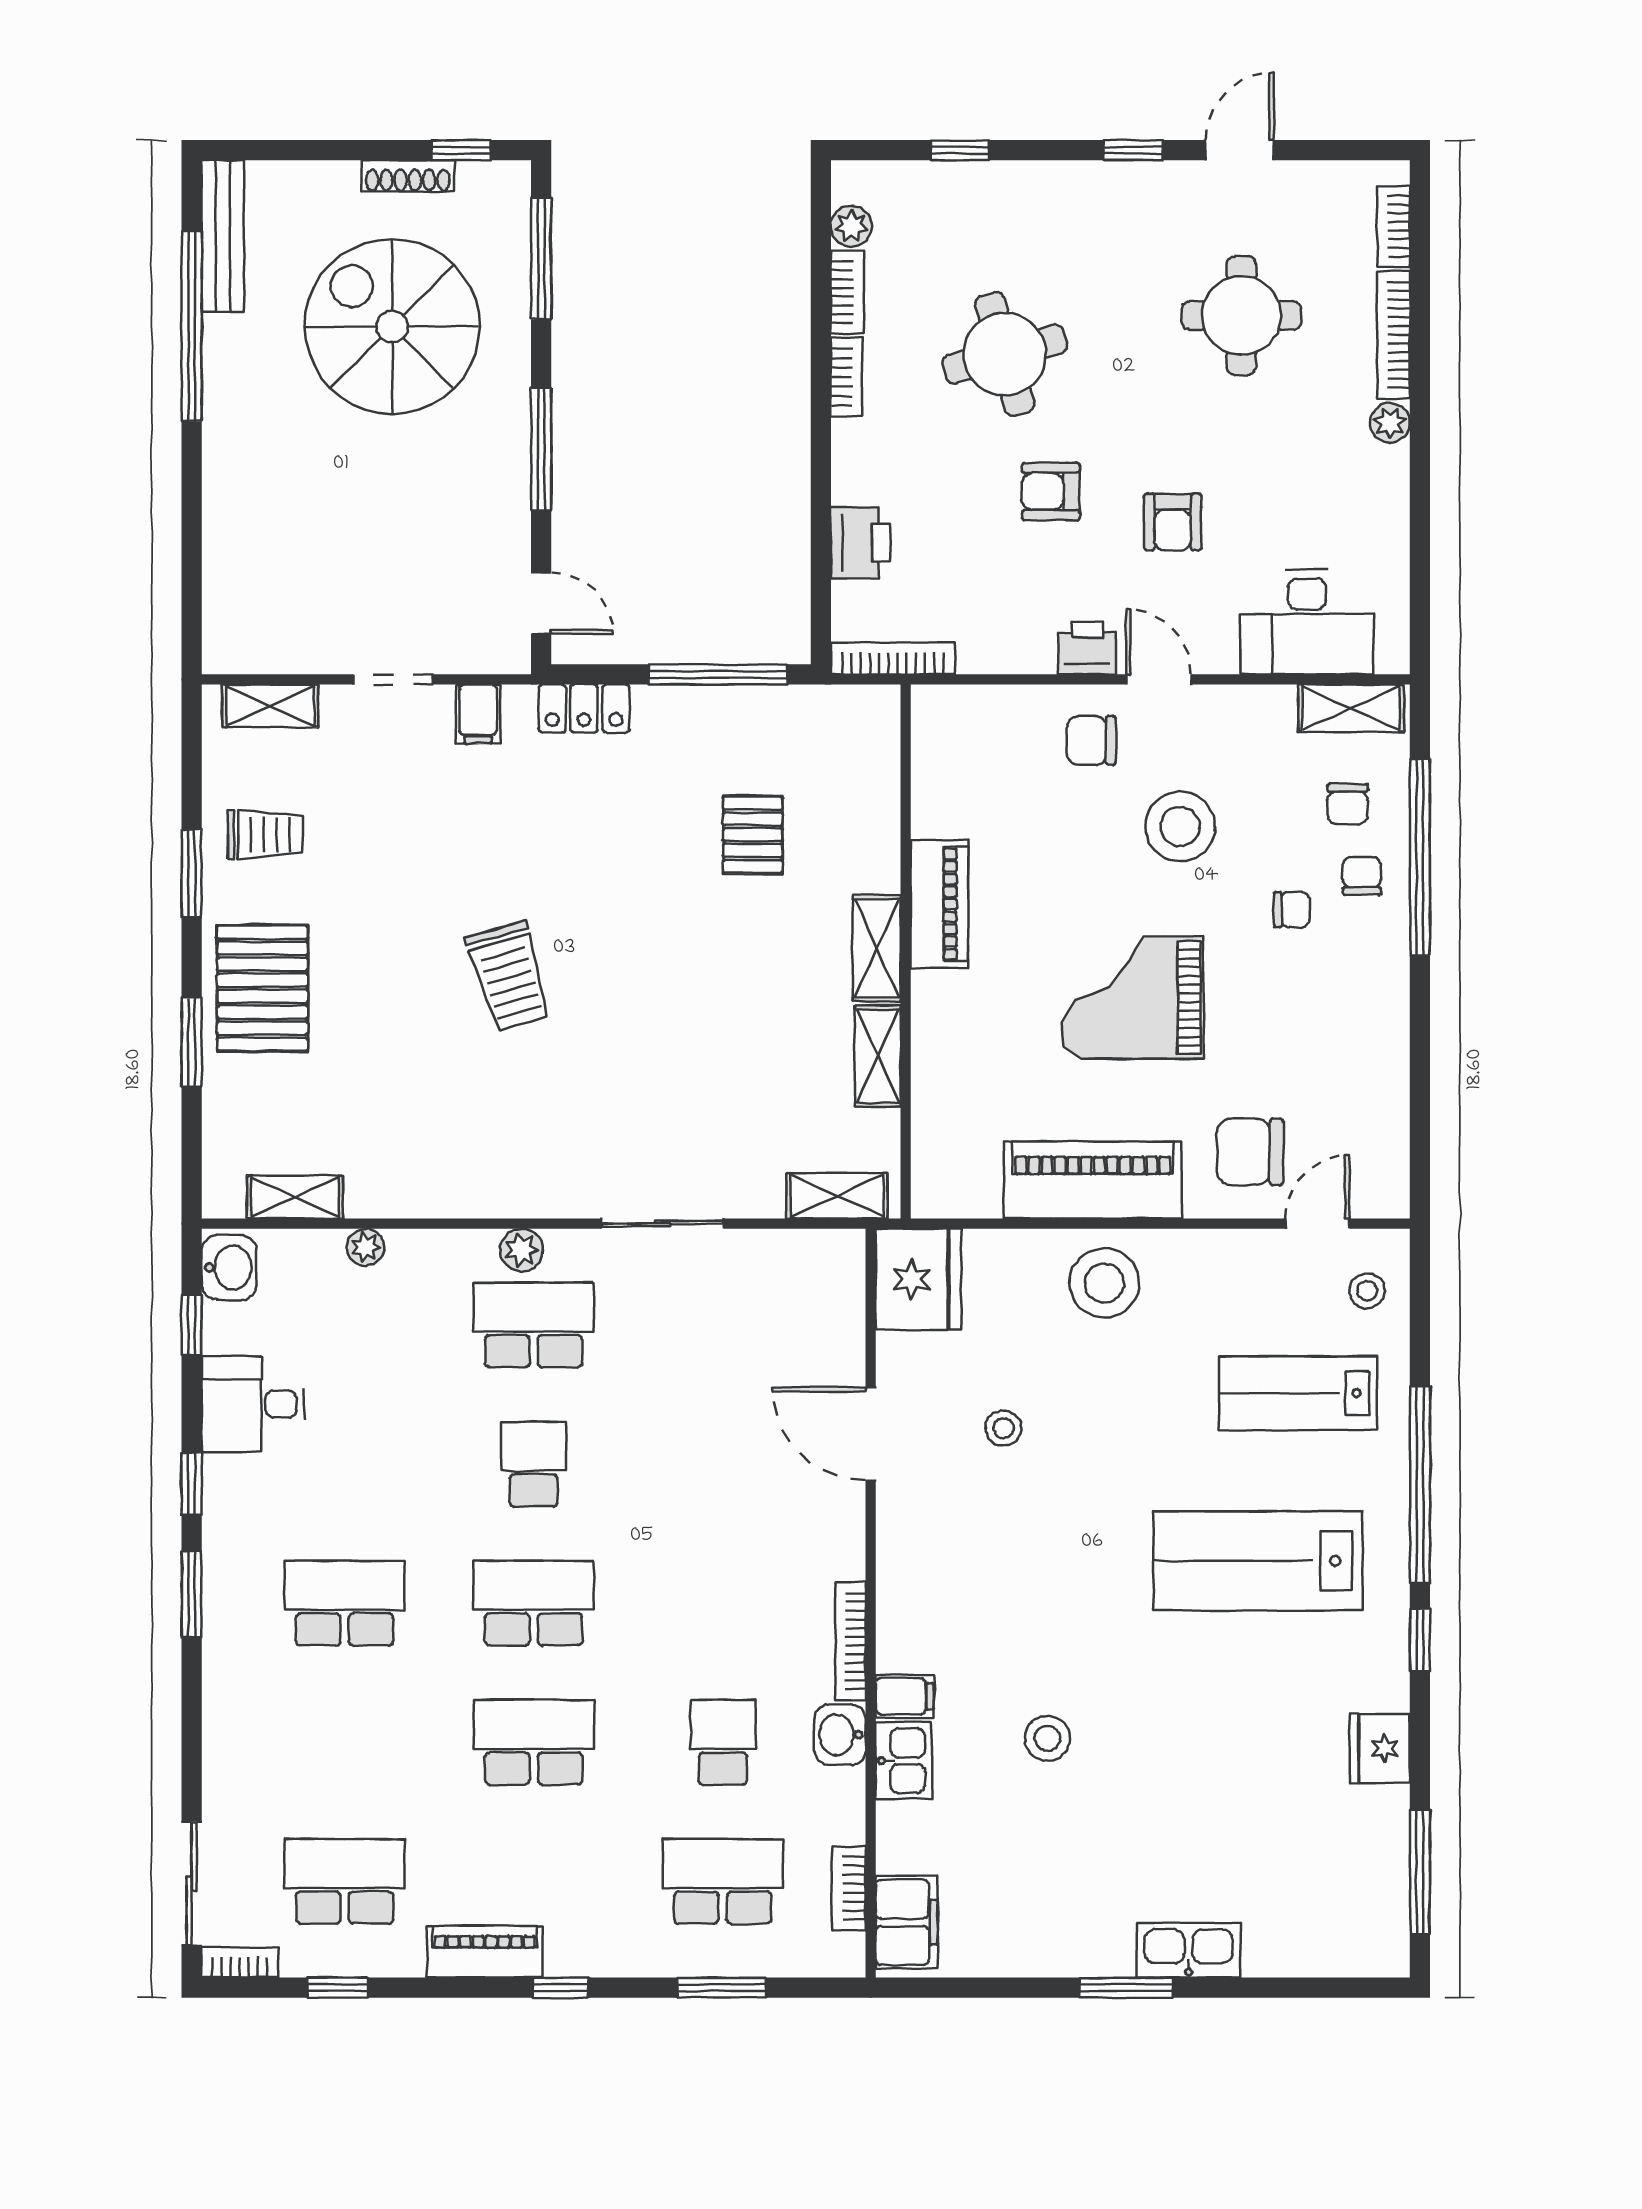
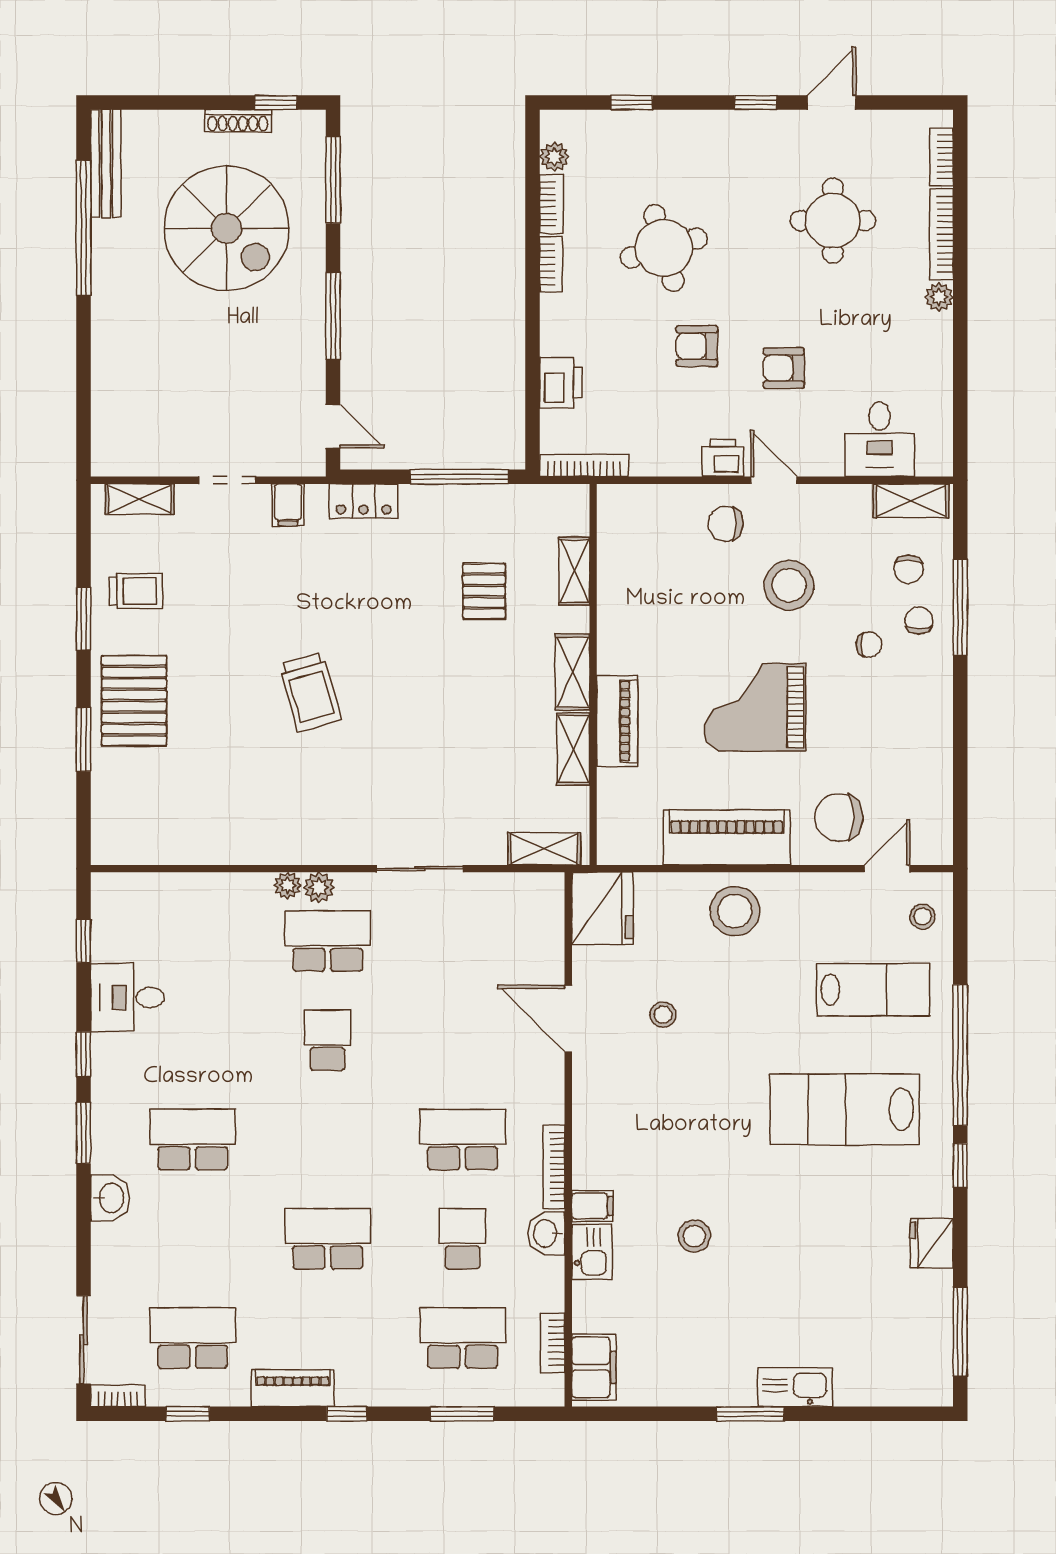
spiral stairs: (392, 327) -> (227, 228), turned 180
armchair: (1173, 522) -> (784, 368), turned 90
desk: (1307, 622) -> (880, 439), width x0.73
window: (1420, 857) -> (960, 607), width x0.68
piano: (939, 904) -> (617, 721), moved
shelving: (295, 1197) -> (574, 571), moved, turned 90
plant: (365, 1247) -> (287, 886), moved
washbasin: (229, 1267) -> (110, 1198), moved
lab bench: (1298, 1393) -> (873, 990), turned 180
school desk: (534, 1603) -> (463, 1139), moved

